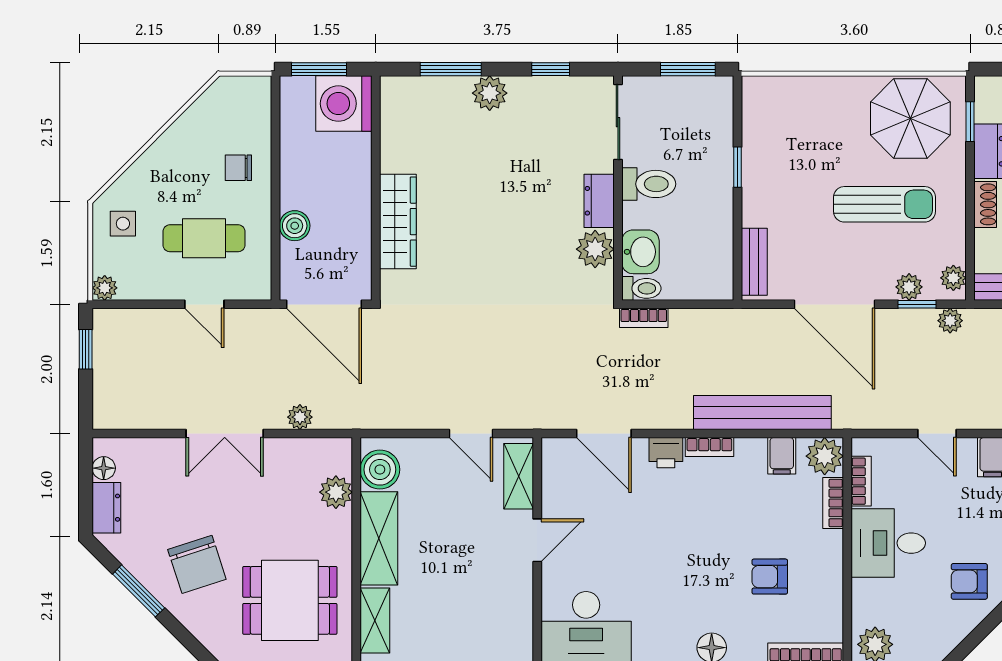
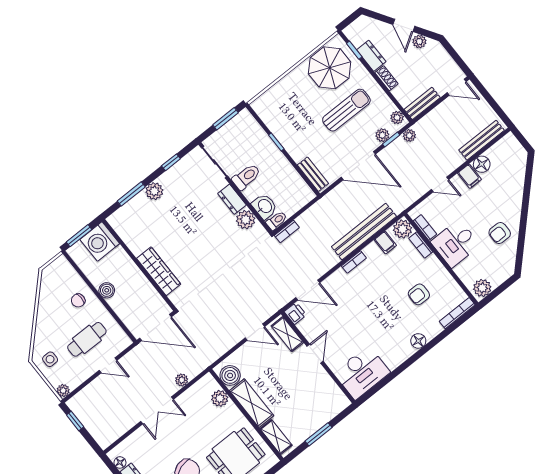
boiler: (295, 226) -> (107, 290), moved
printer: (666, 453) -> (295, 313), moved, turned -90

